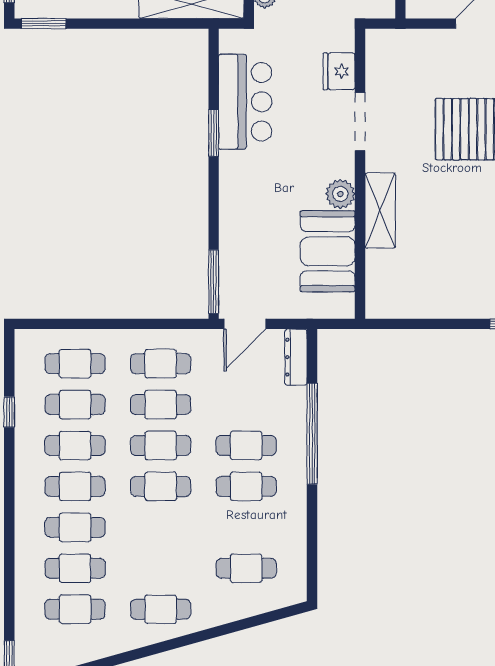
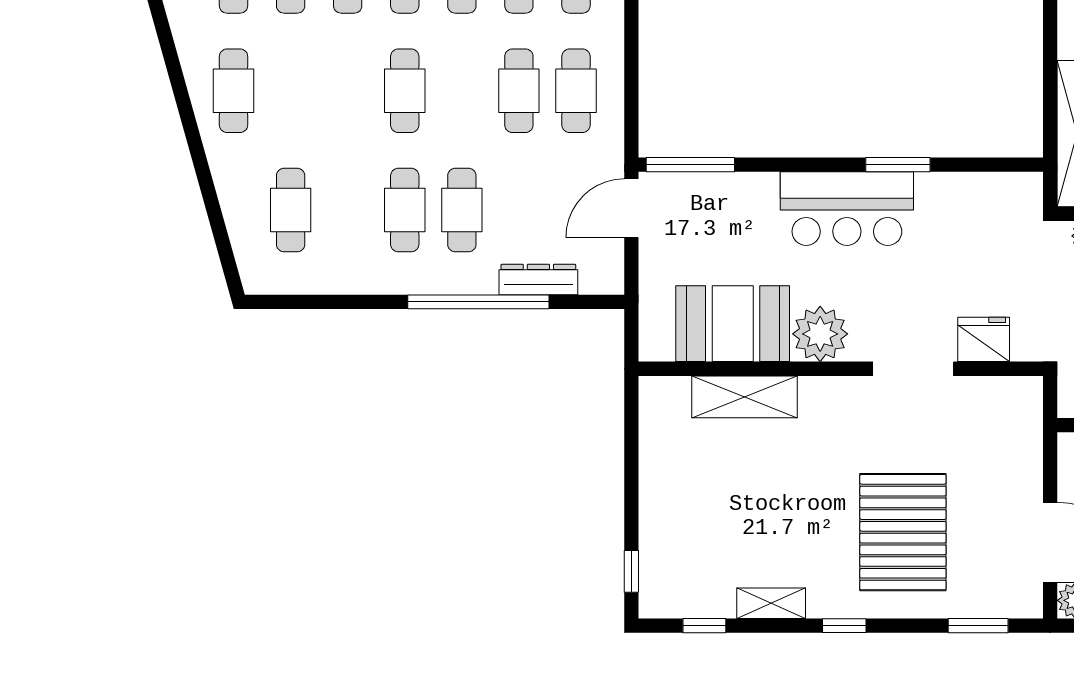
bar counter: (245, 102) -> (847, 209), moved
plant: (340, 194) -> (820, 334), width x1.36, depth x1.36
shelving: (380, 211) -> (744, 397), moved
door: (245, 324) -> (631, 208), hinge flipped
dresser: (296, 357) -> (538, 279), moved
cafe table: (161, 445) -> (462, 91), removed

